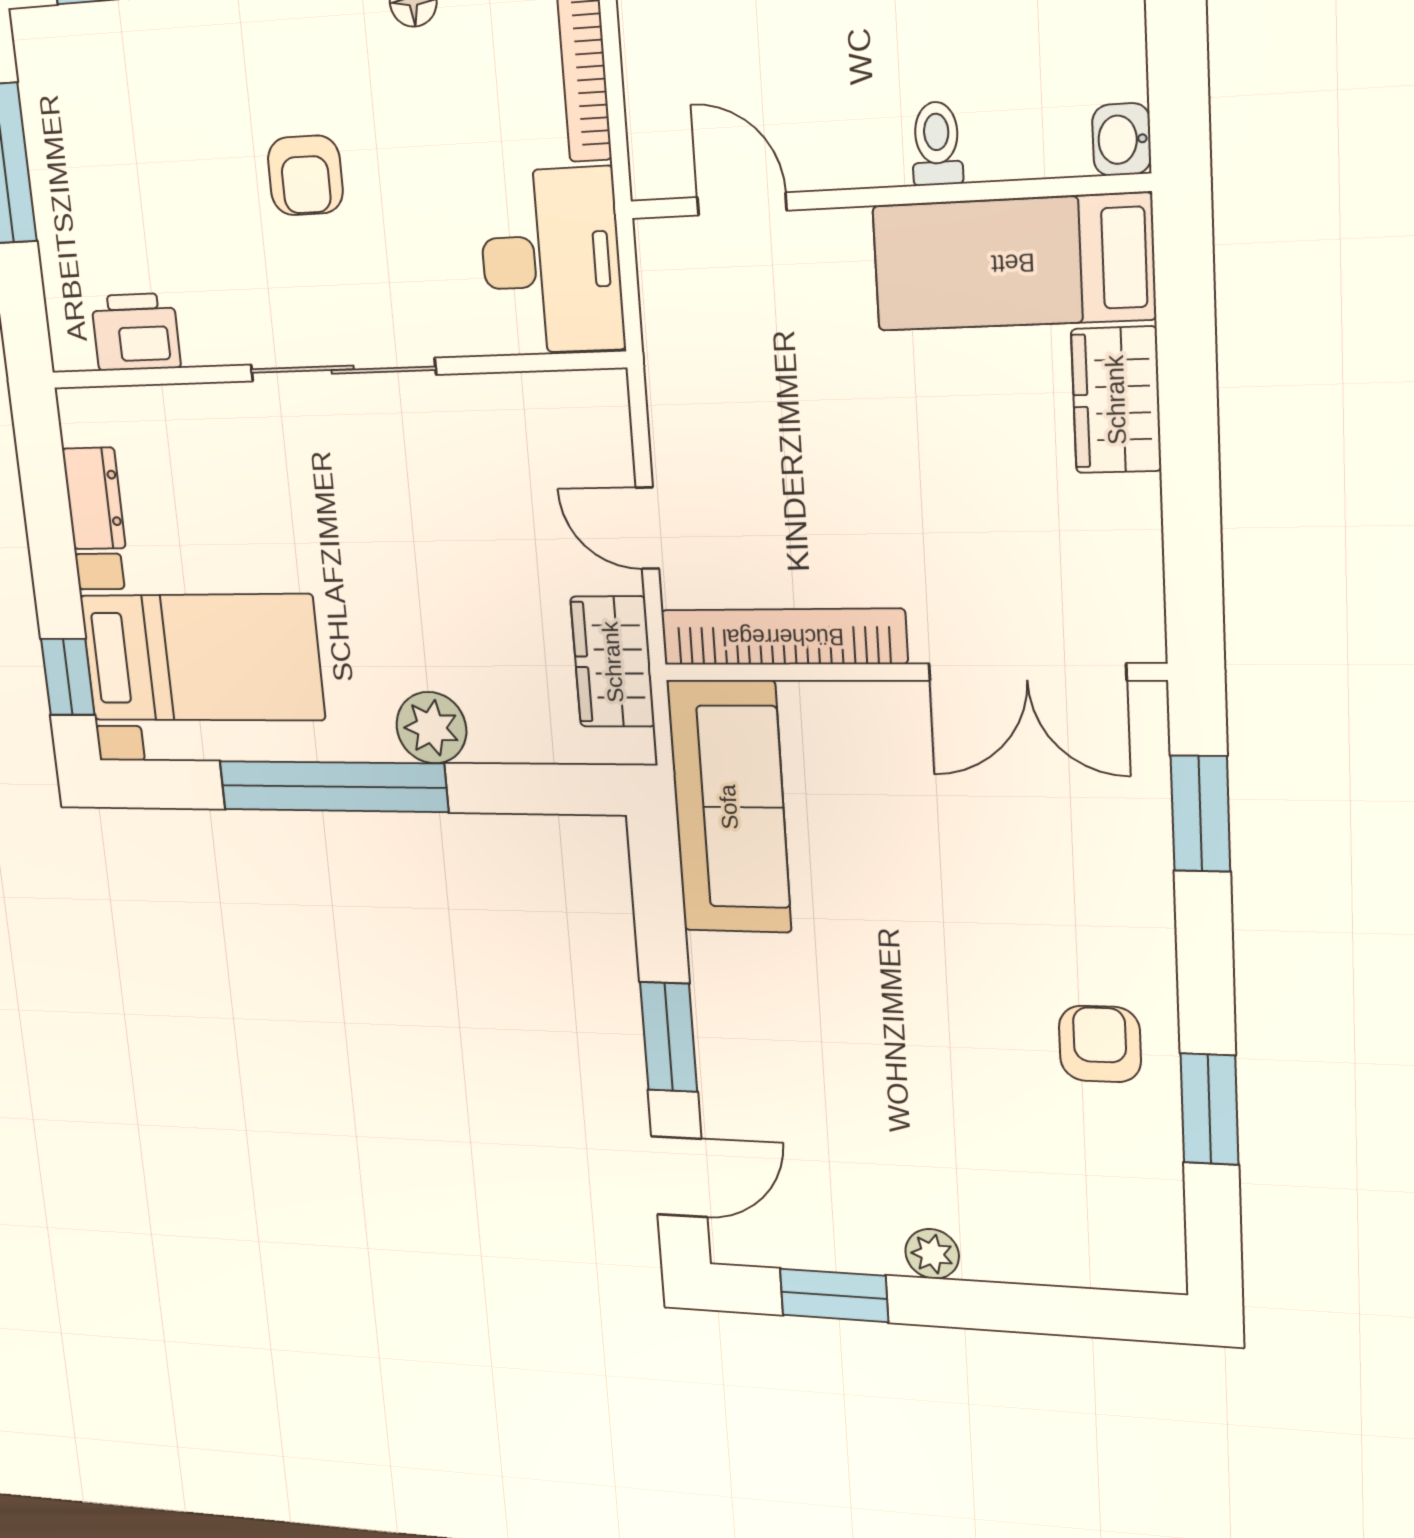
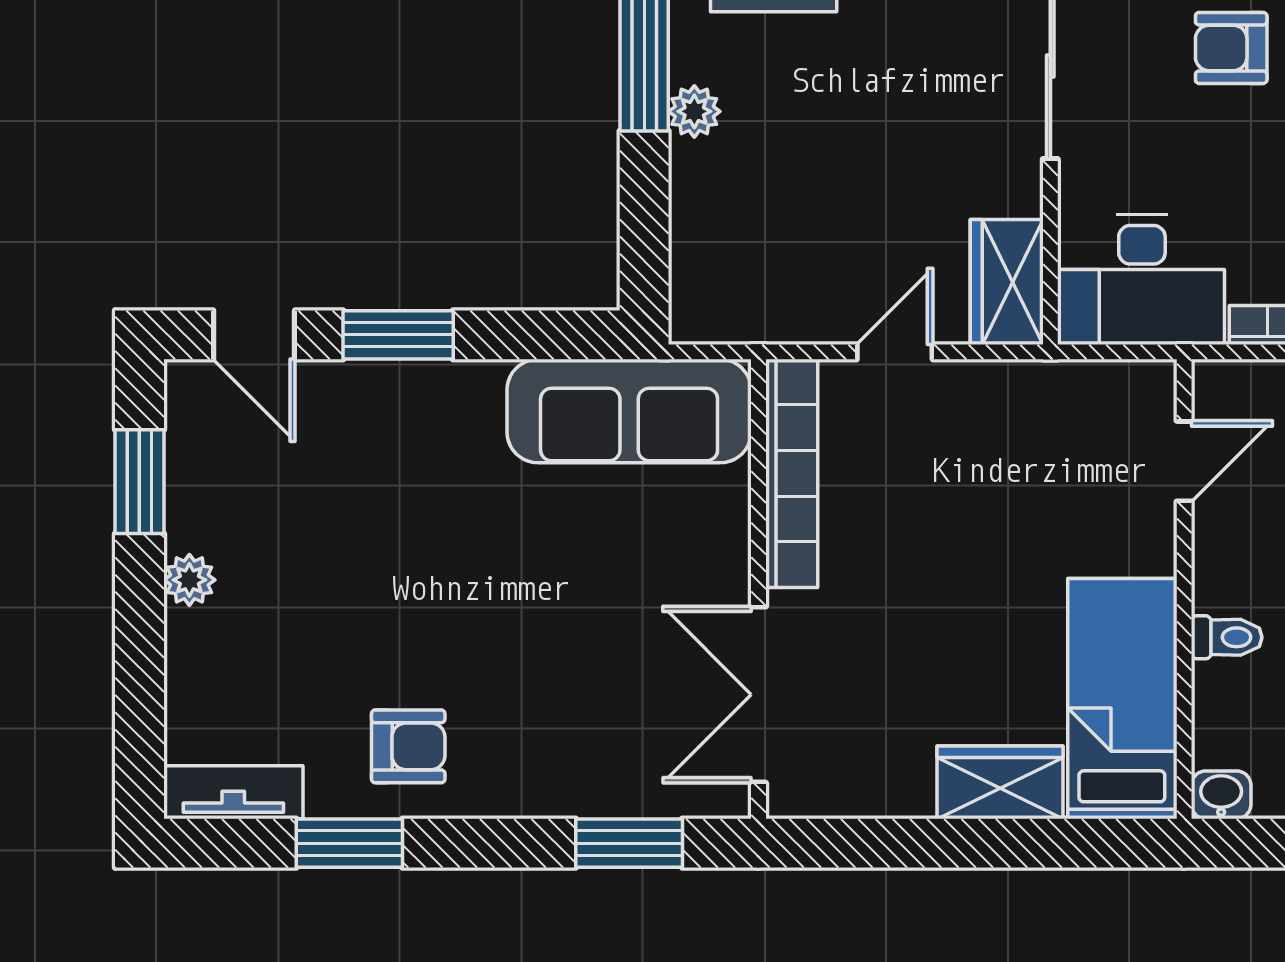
wardrobe: (613, 662) -> (1007, 282), moved, turned -90
plant: (431, 728) -> (694, 111), width x0.73, depth x0.73
tv unit: (1157, 1224) -> (233, 792), added

